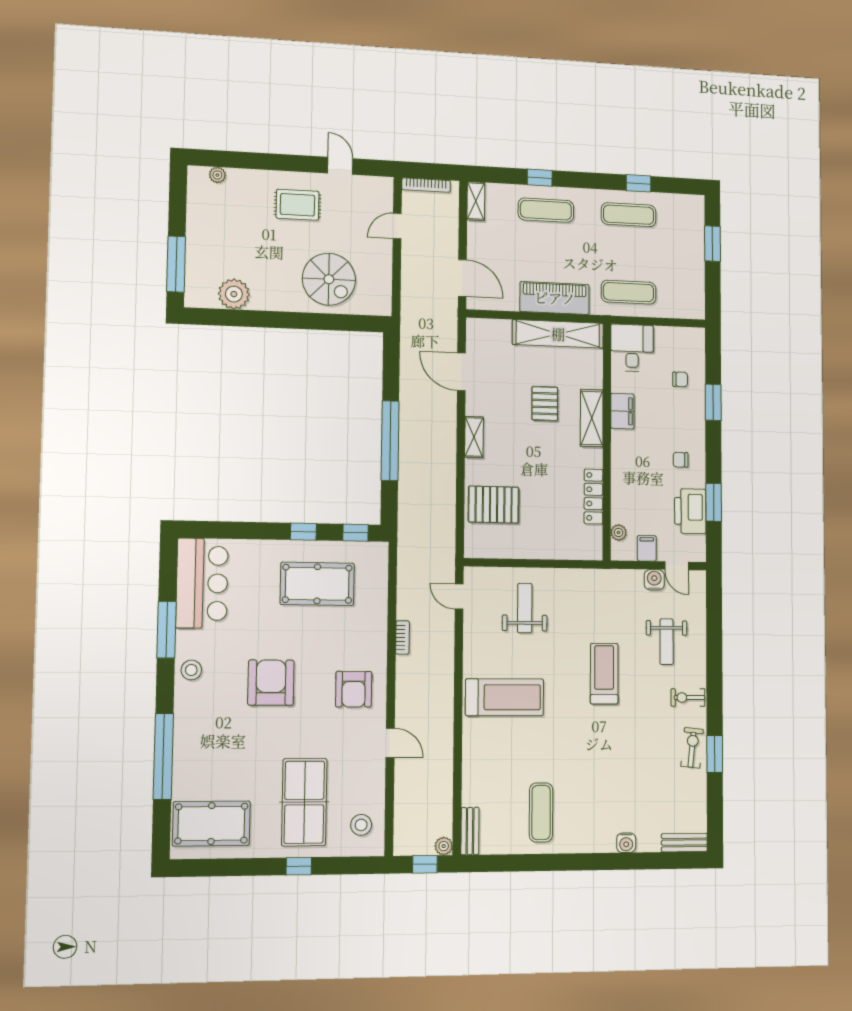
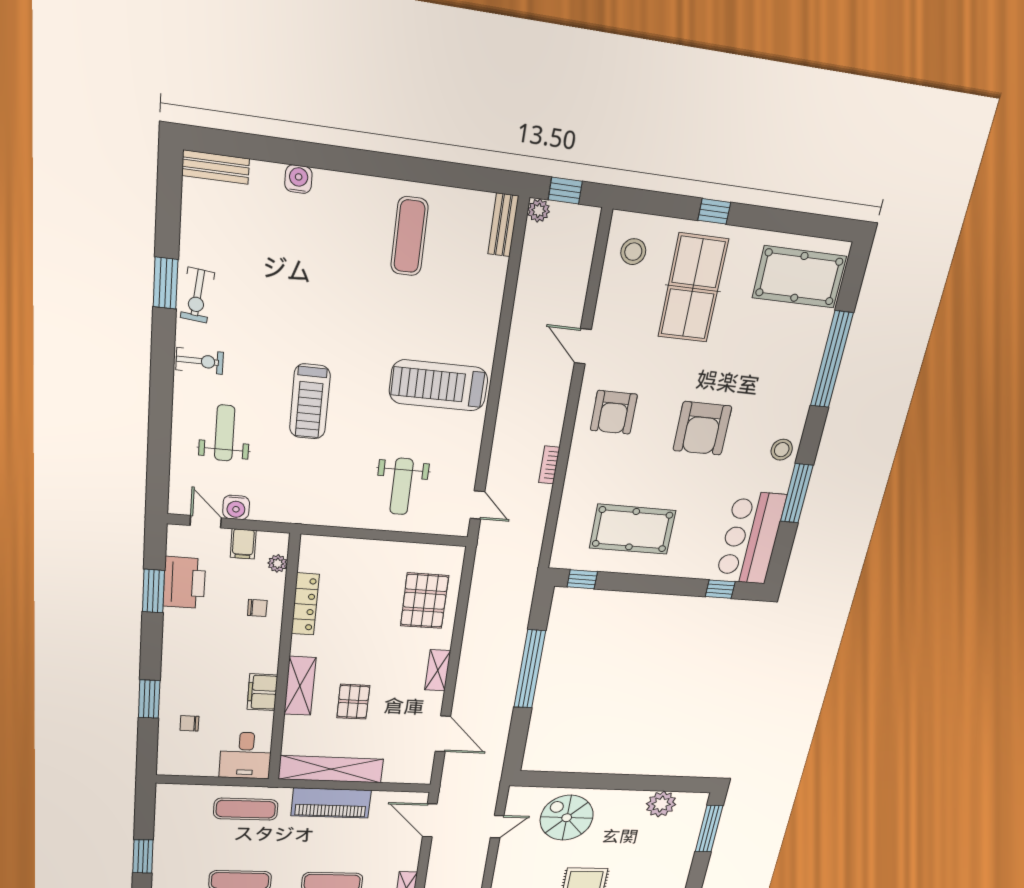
door: (397, 226) -> (497, 827), moved
chair: (681, 460) -> (257, 608), moved
pallet: (494, 505) -> (425, 601), turned 90
window: (303, 532) -> (720, 589), moved
armchair: (354, 689) -> (614, 412), turned 180

